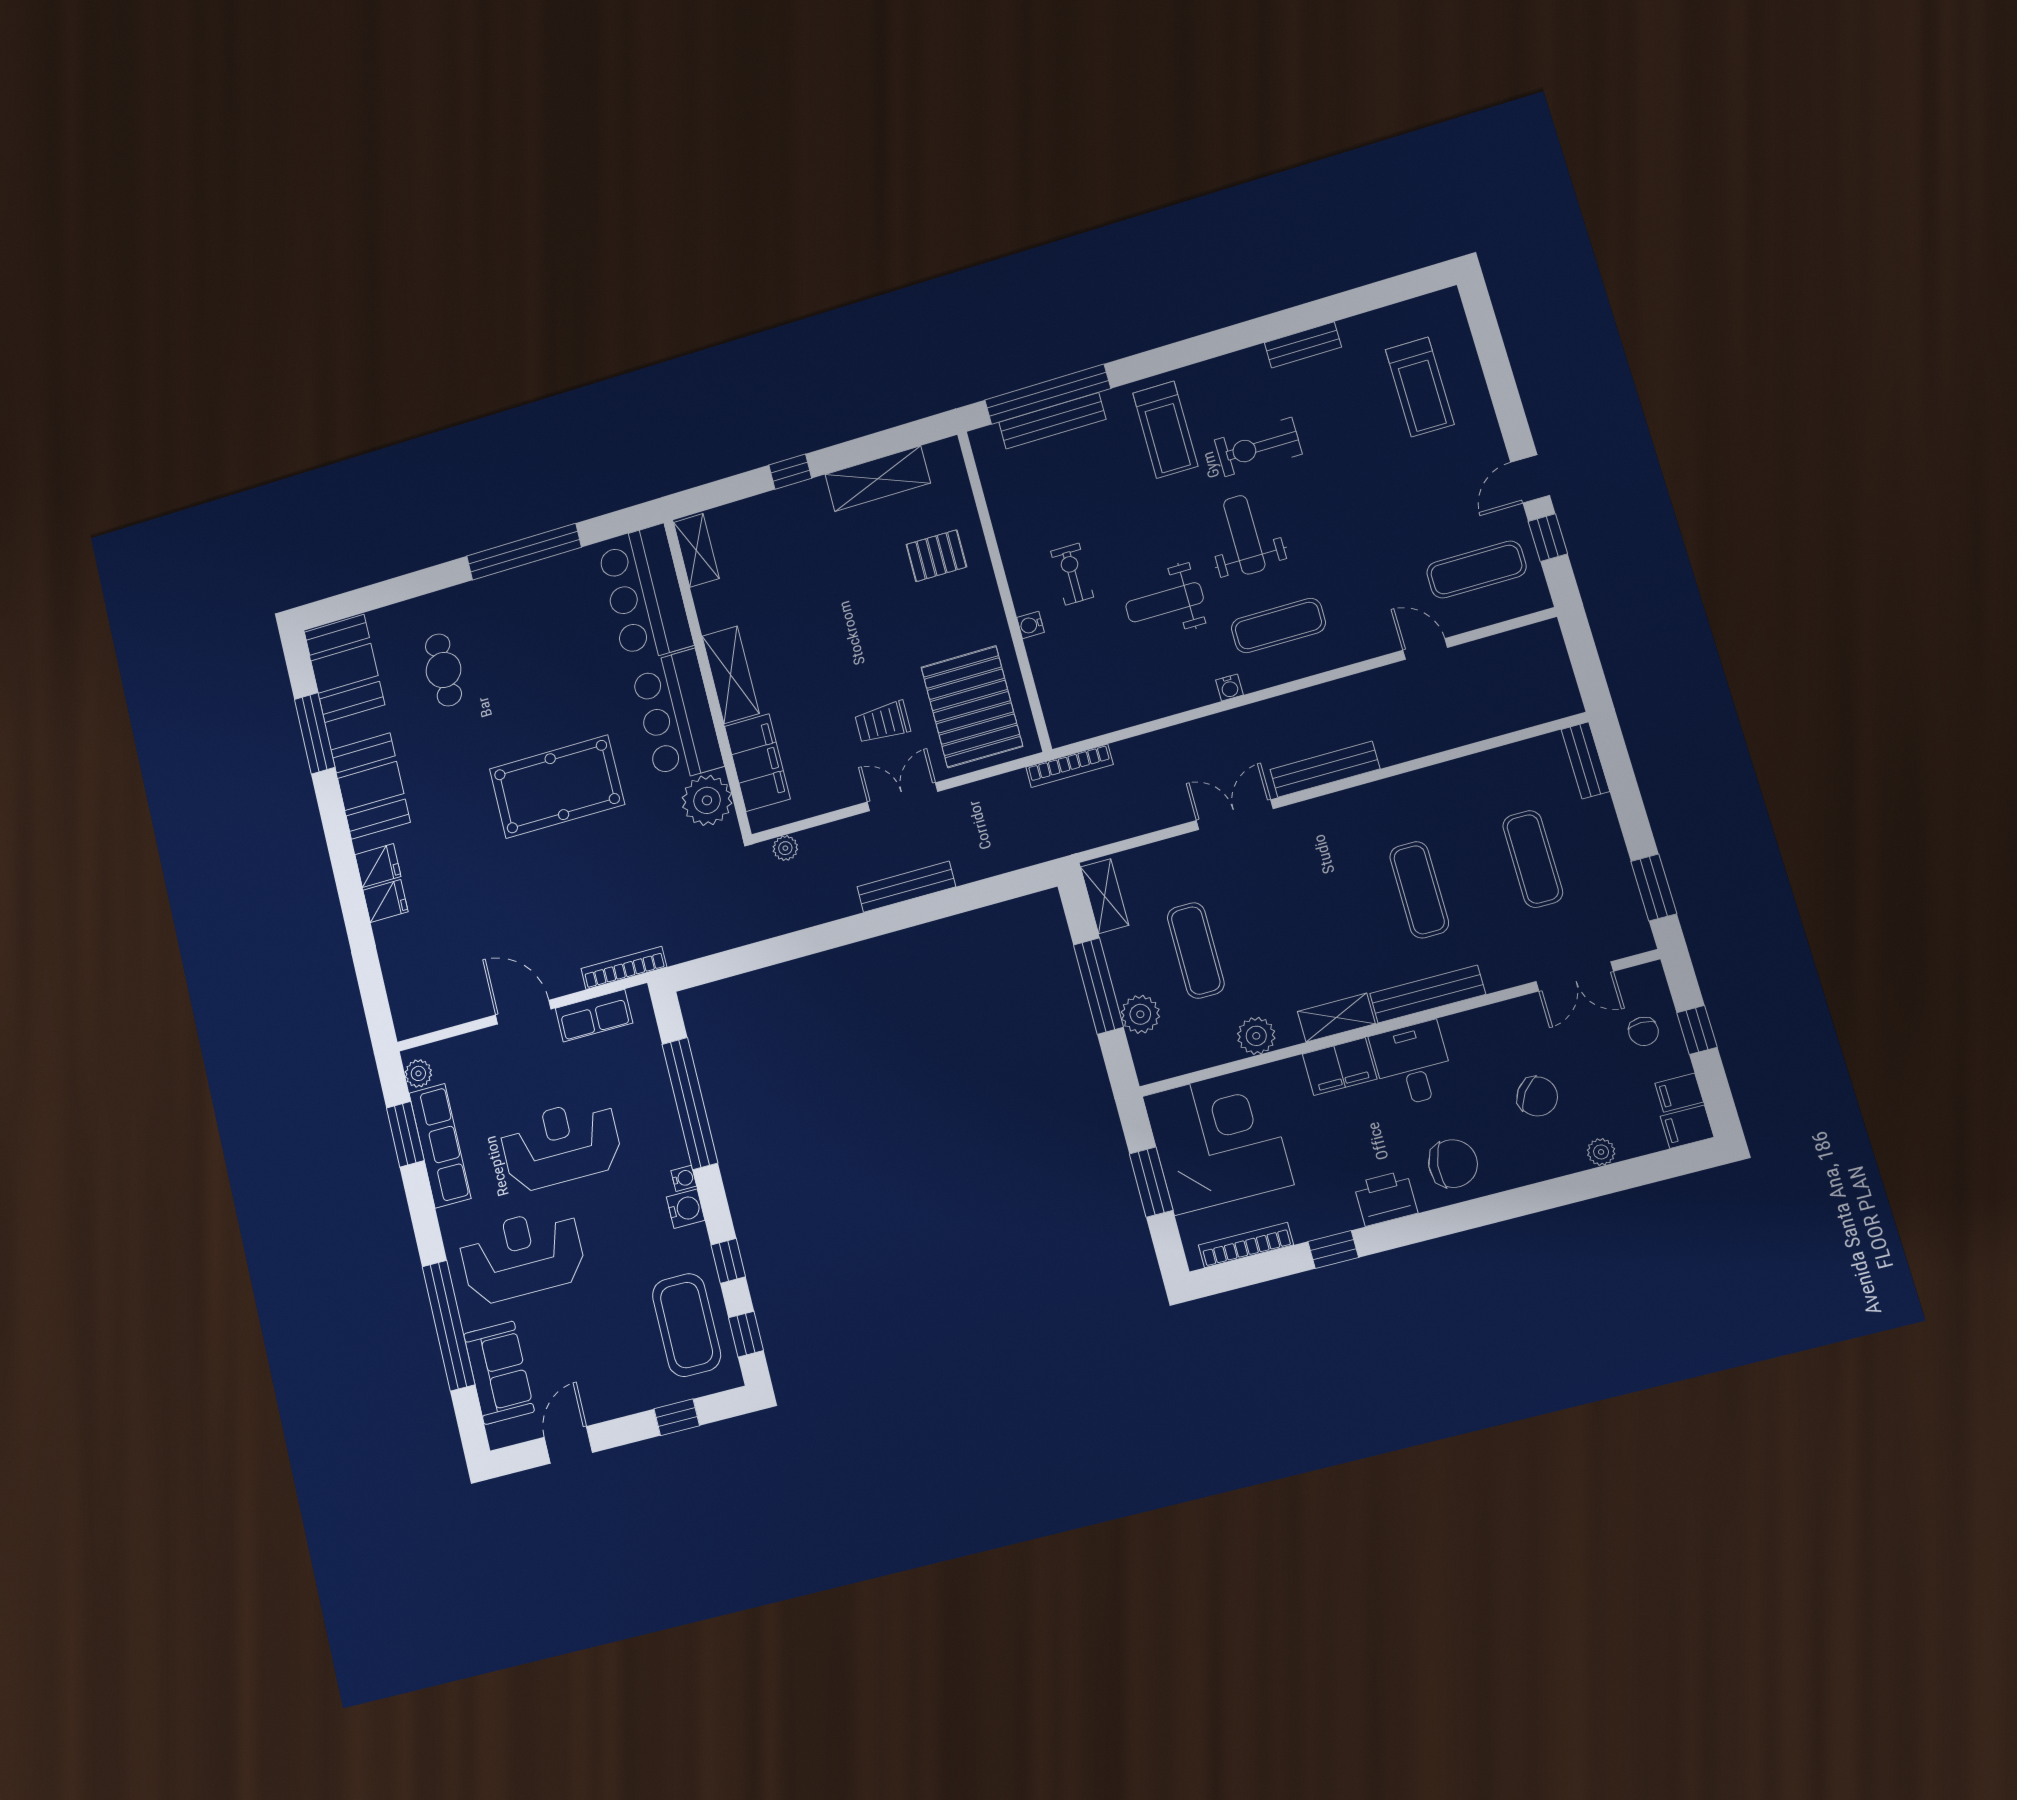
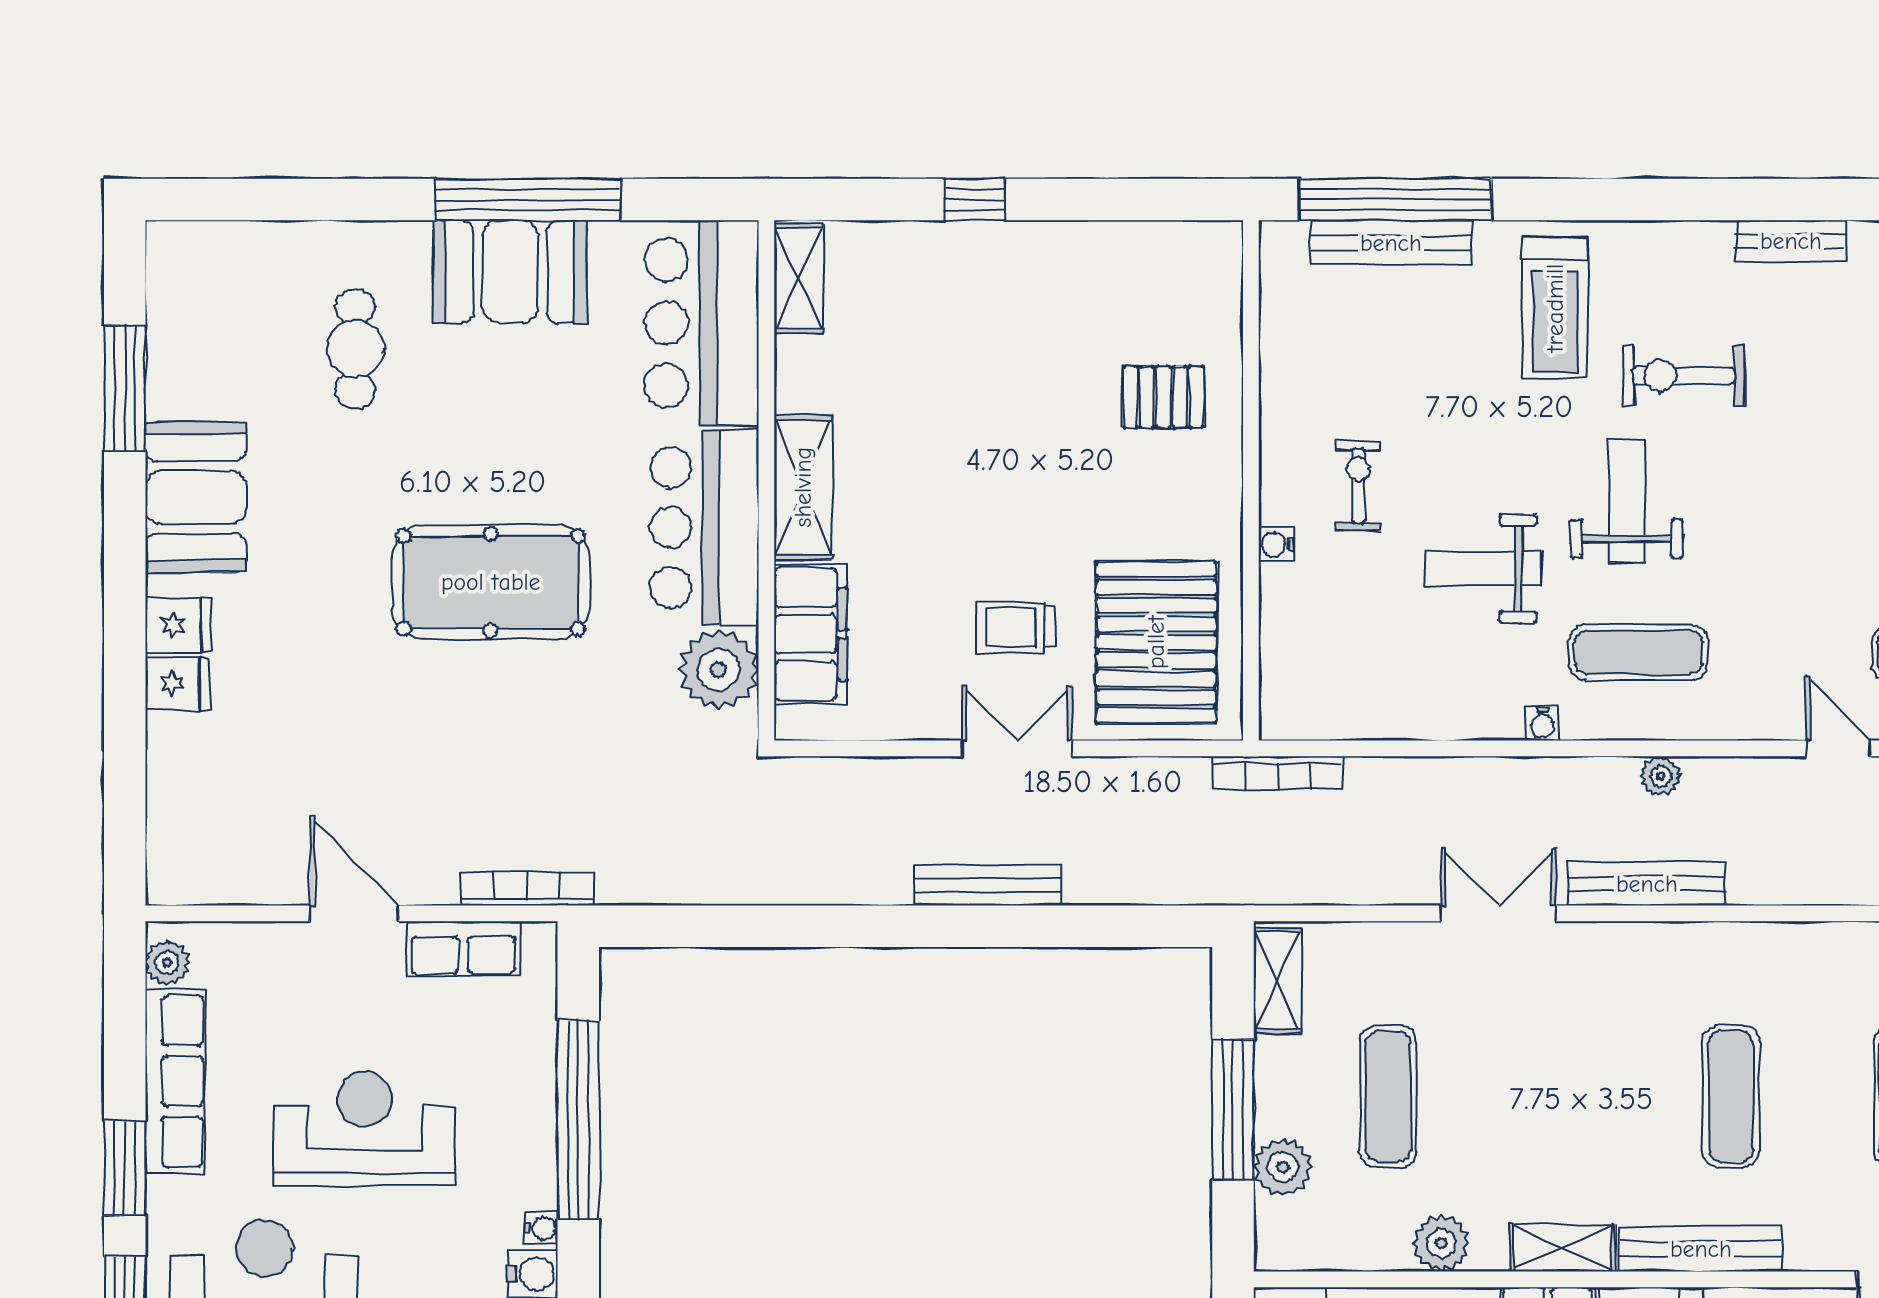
shelving: (878, 479) -> (1105, 251), removed
booth: (344, 668) -> (510, 272), moved, turned 90
plant: (785, 848) -> (1661, 776), moved
window: (405, 1134) -> (125, 1168), moved

